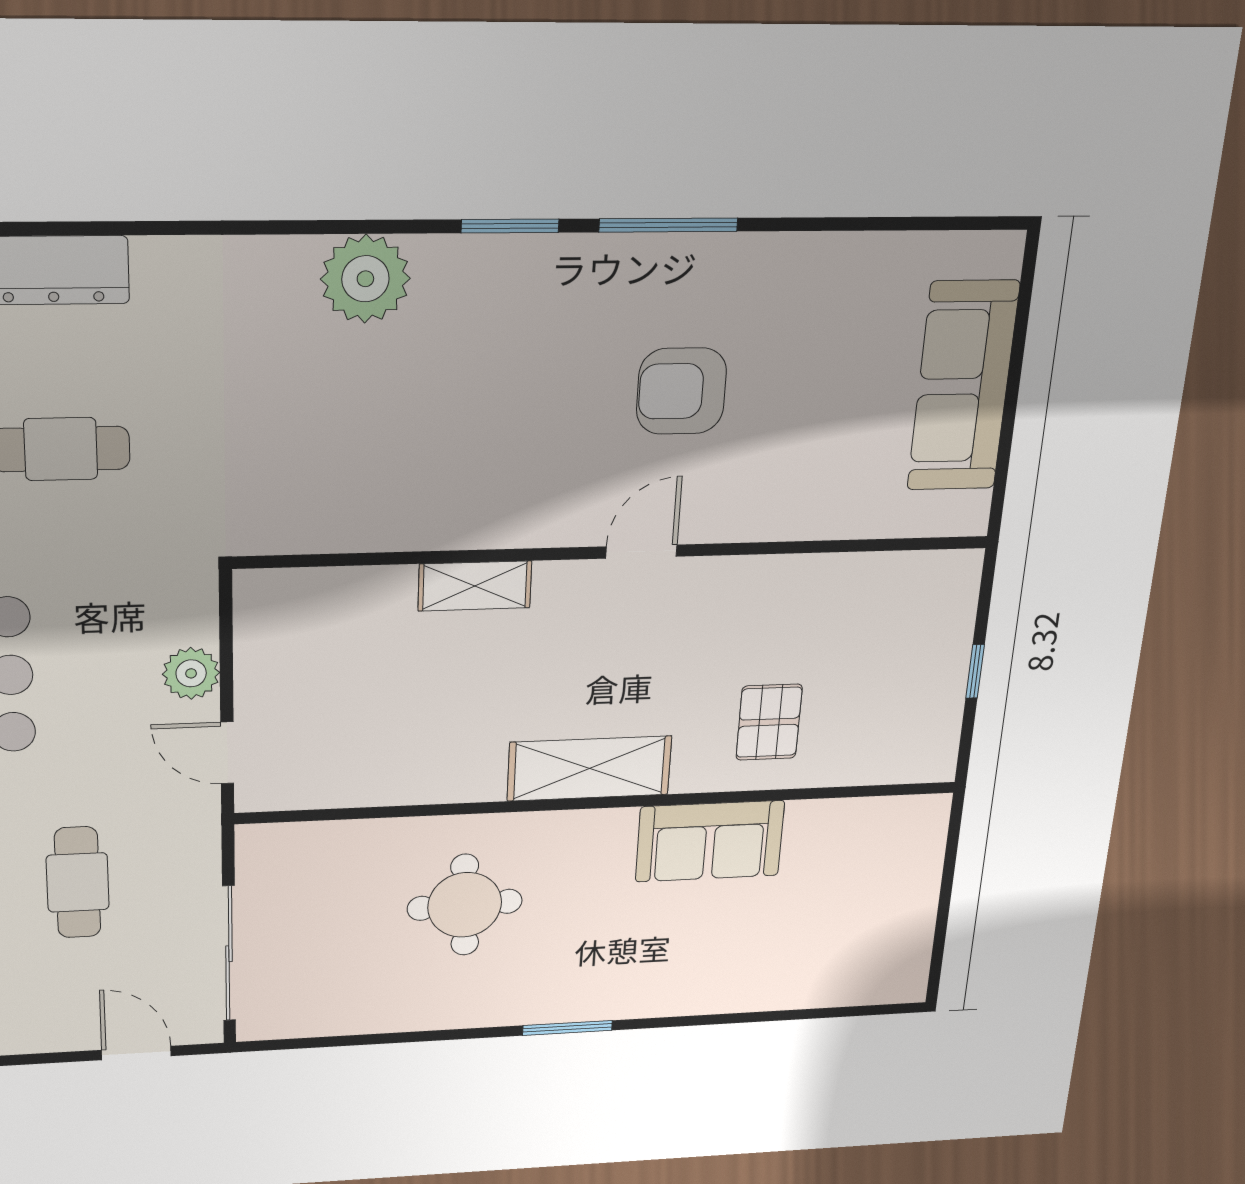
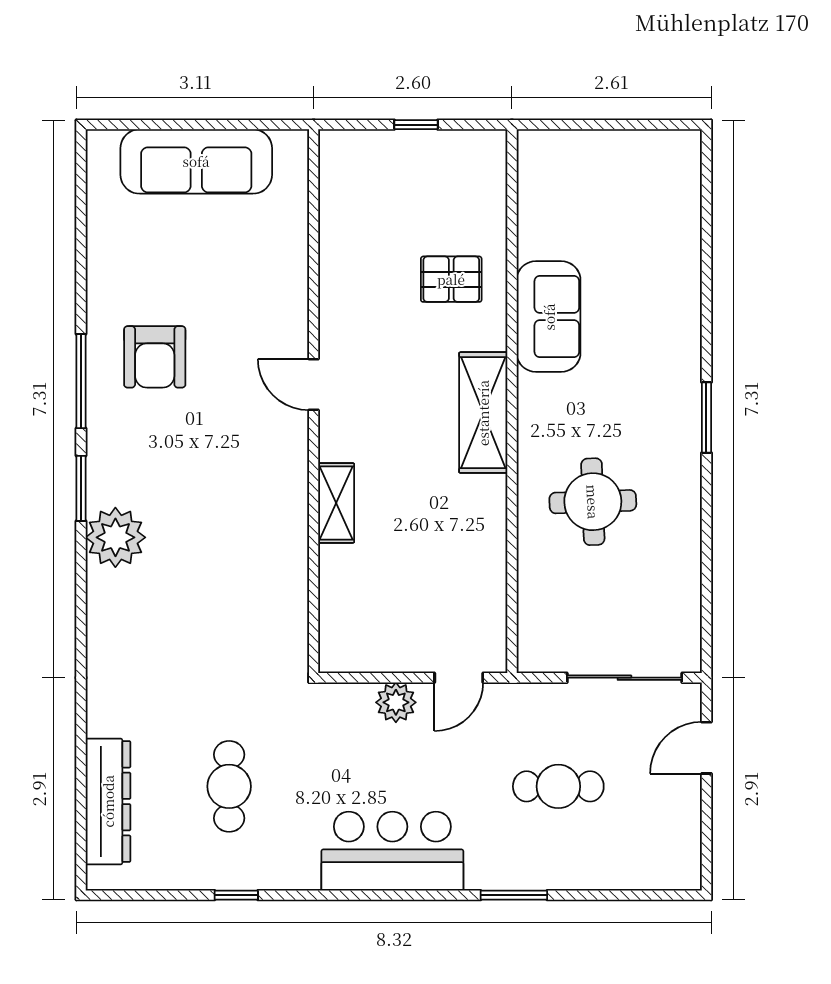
plant: (365, 279) -> (115, 537), moved
armchair: (681, 391) -> (155, 357), moved

